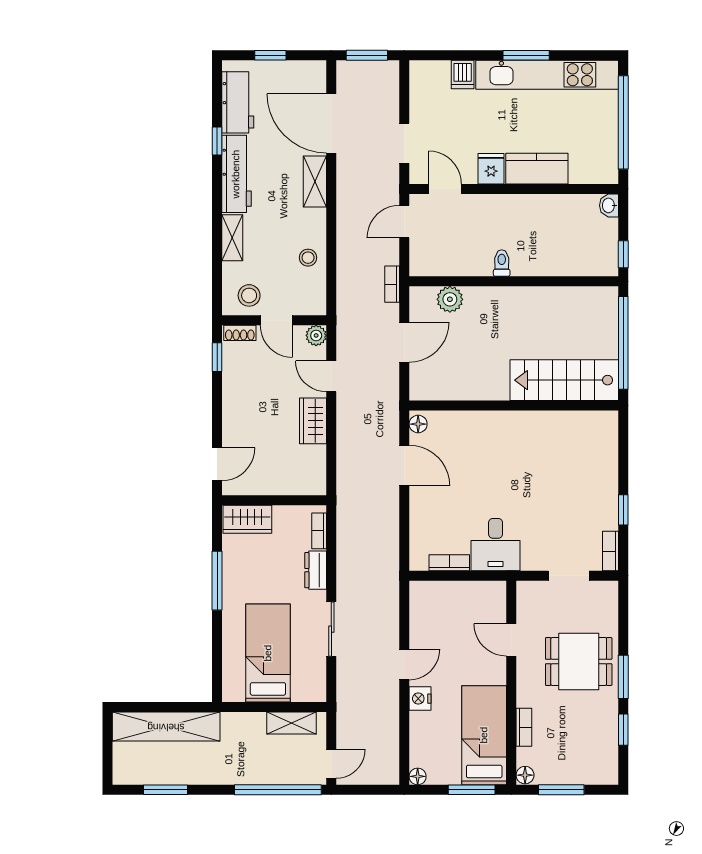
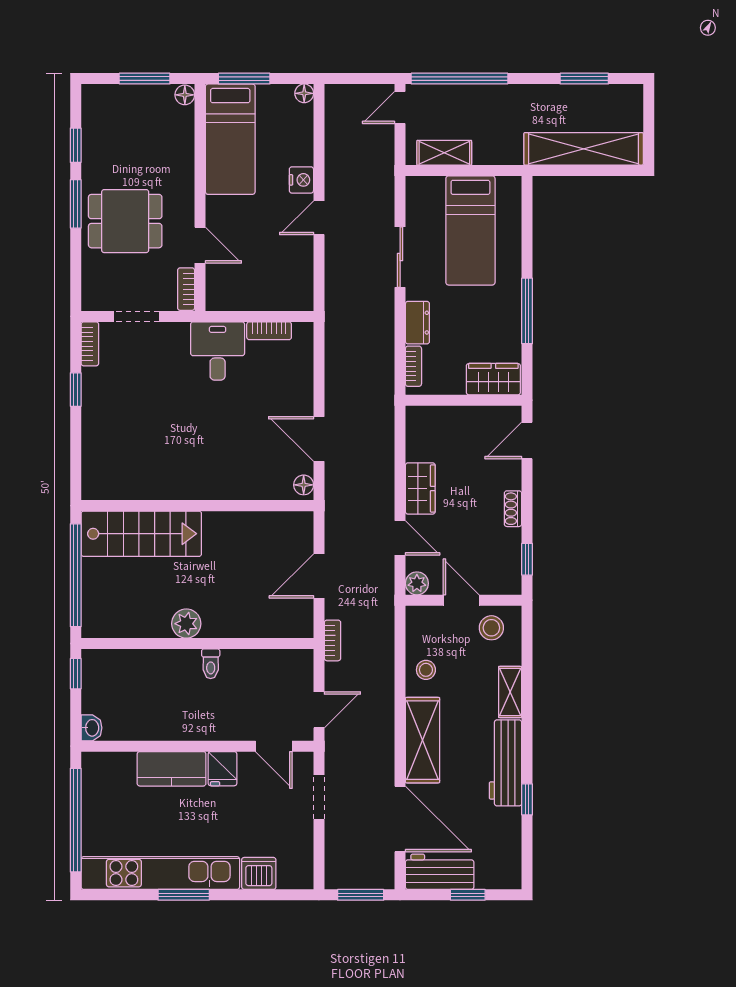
dishwasher: (463, 74) -> (259, 873), width x1.38
workbench: (238, 102) -> (440, 872), moved, turned 90
shelving: (315, 182) -> (423, 740), width x1.50, depth x1.33
plant: (450, 299) -> (186, 624), moved
shoe rack: (240, 333) -> (513, 509), moved, turned -90
bookcase: (524, 727) -> (186, 289), moved

